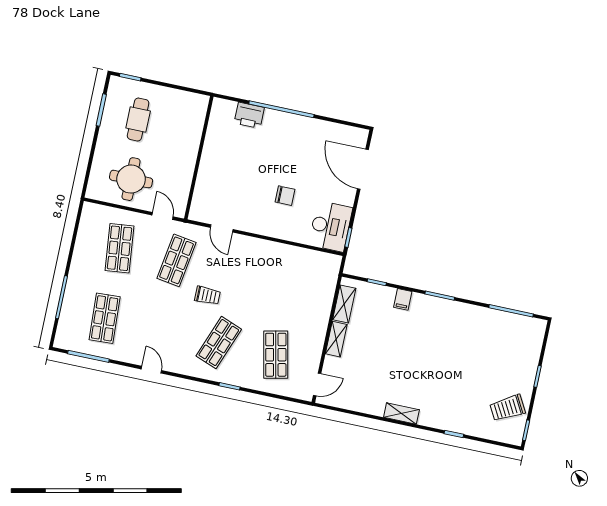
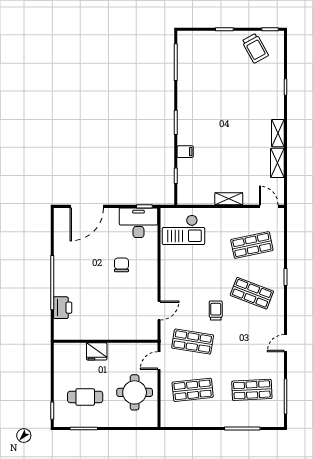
fridge: (189, 145) -> (97, 351), added
checkout: (311, 278) -> (183, 230), added
shelving: (344, 304) -> (277, 163), moved, turned 90

